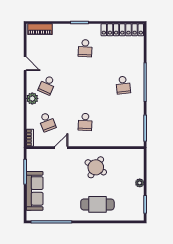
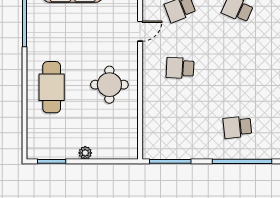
door: (61, 148) -> (140, 31), hinge flipped
round table: (96, 167) -> (109, 85), turned -32

